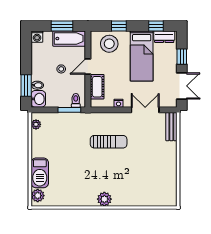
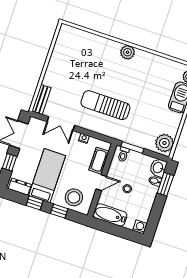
window: (62, 26) -> (113, 229), removed
window: (156, 26) -> (35, 203), moved
plant: (36, 124) -> (164, 143), width x1.87, depth x1.87
sun lounger: (109, 142) -> (105, 105), width x1.36, depth x1.34

